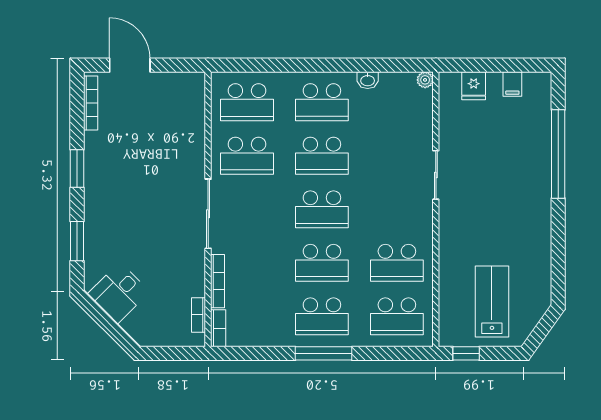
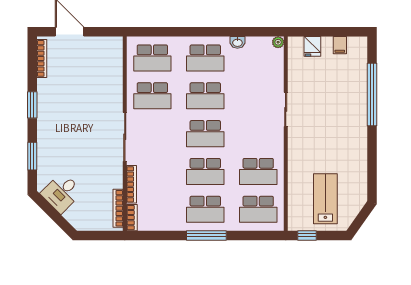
bookcase: (198, 315) -> (118, 208), width x1.56

